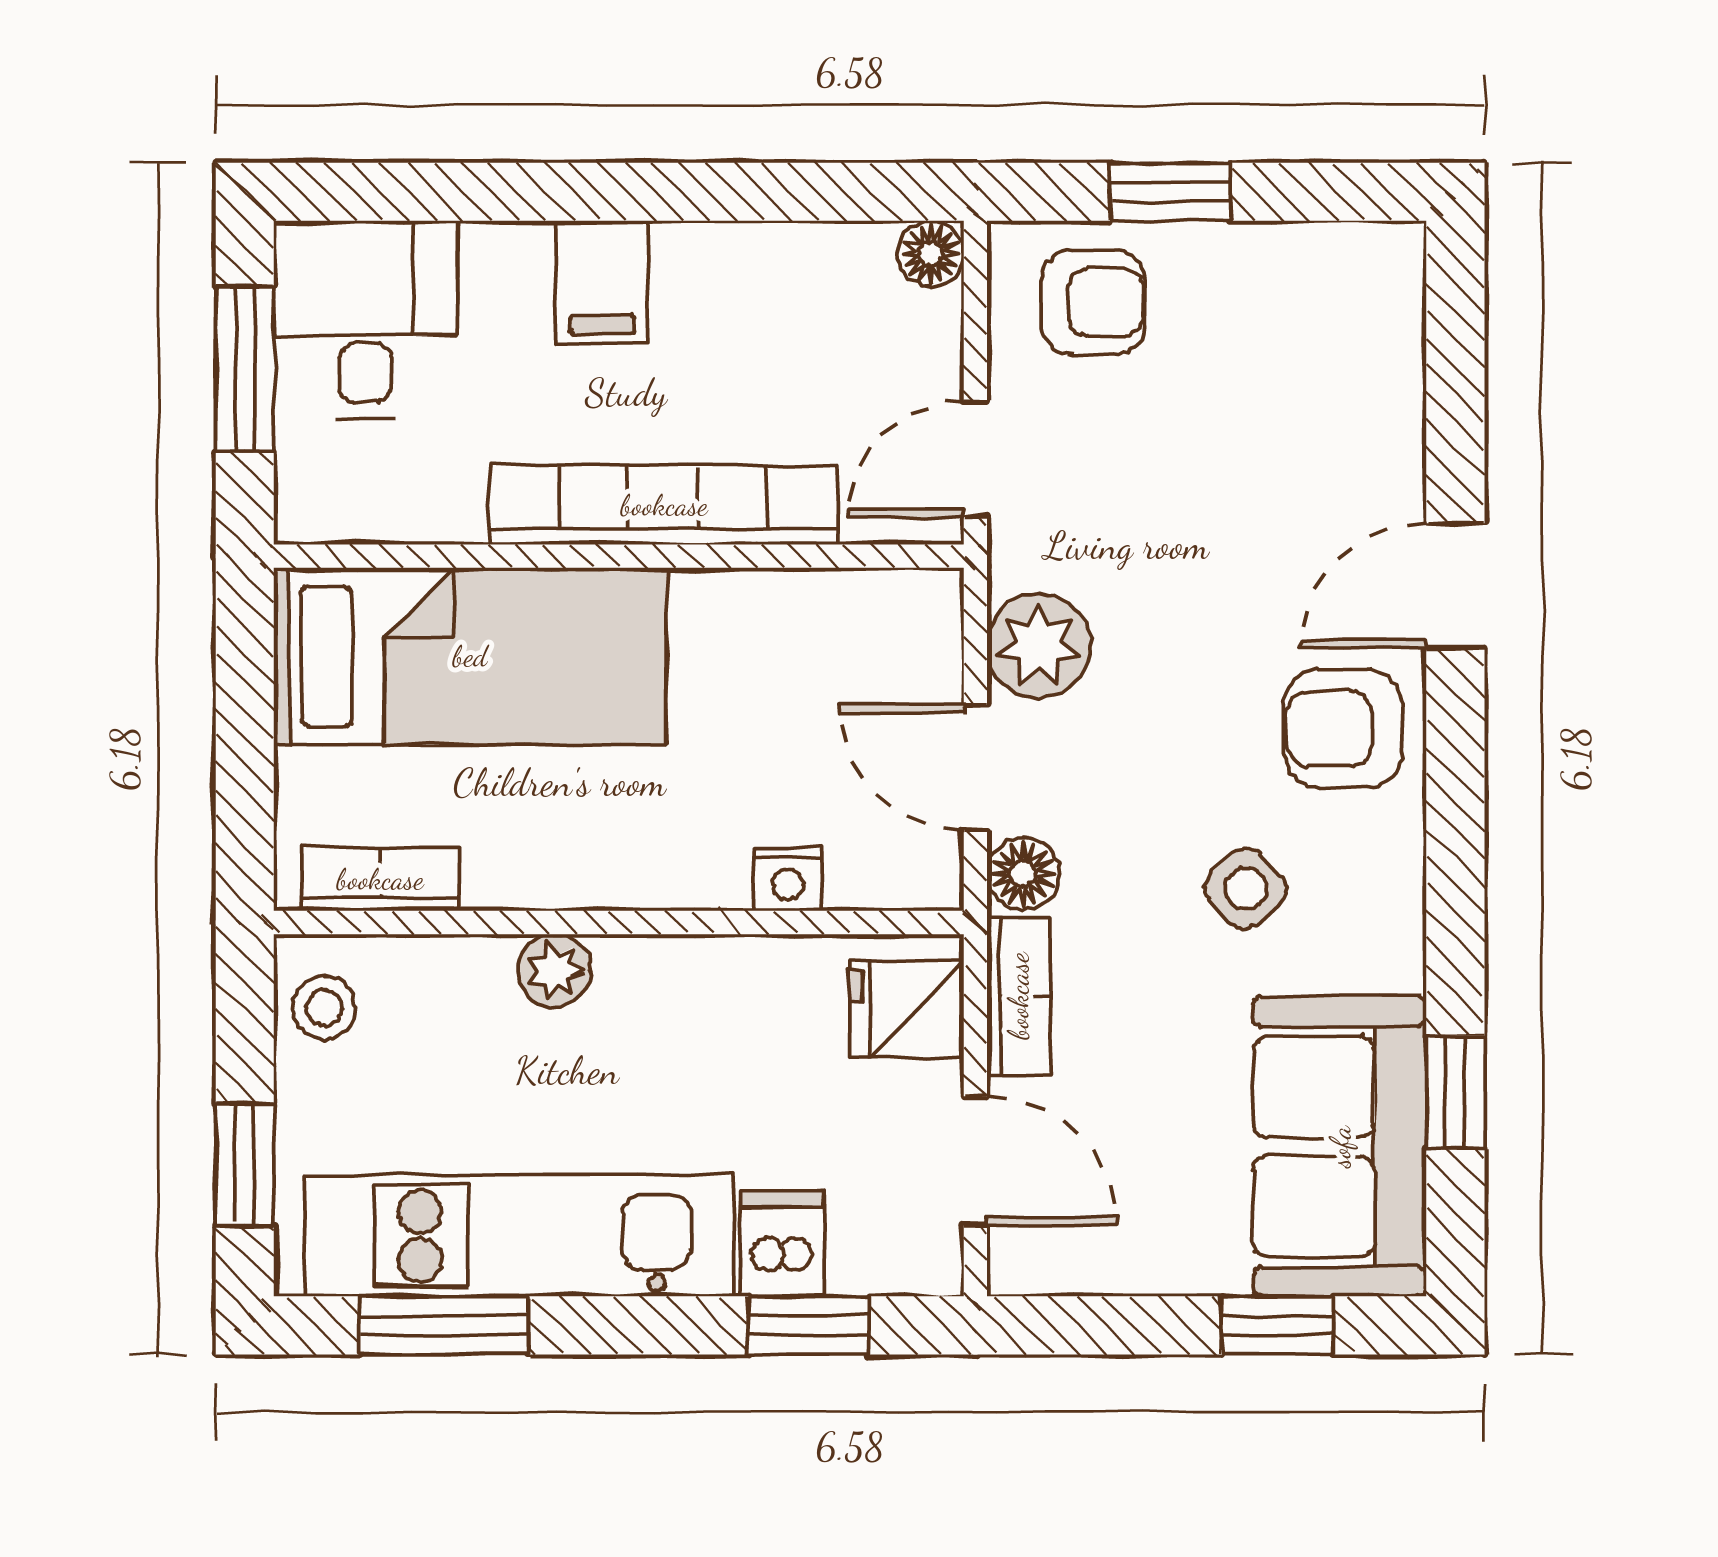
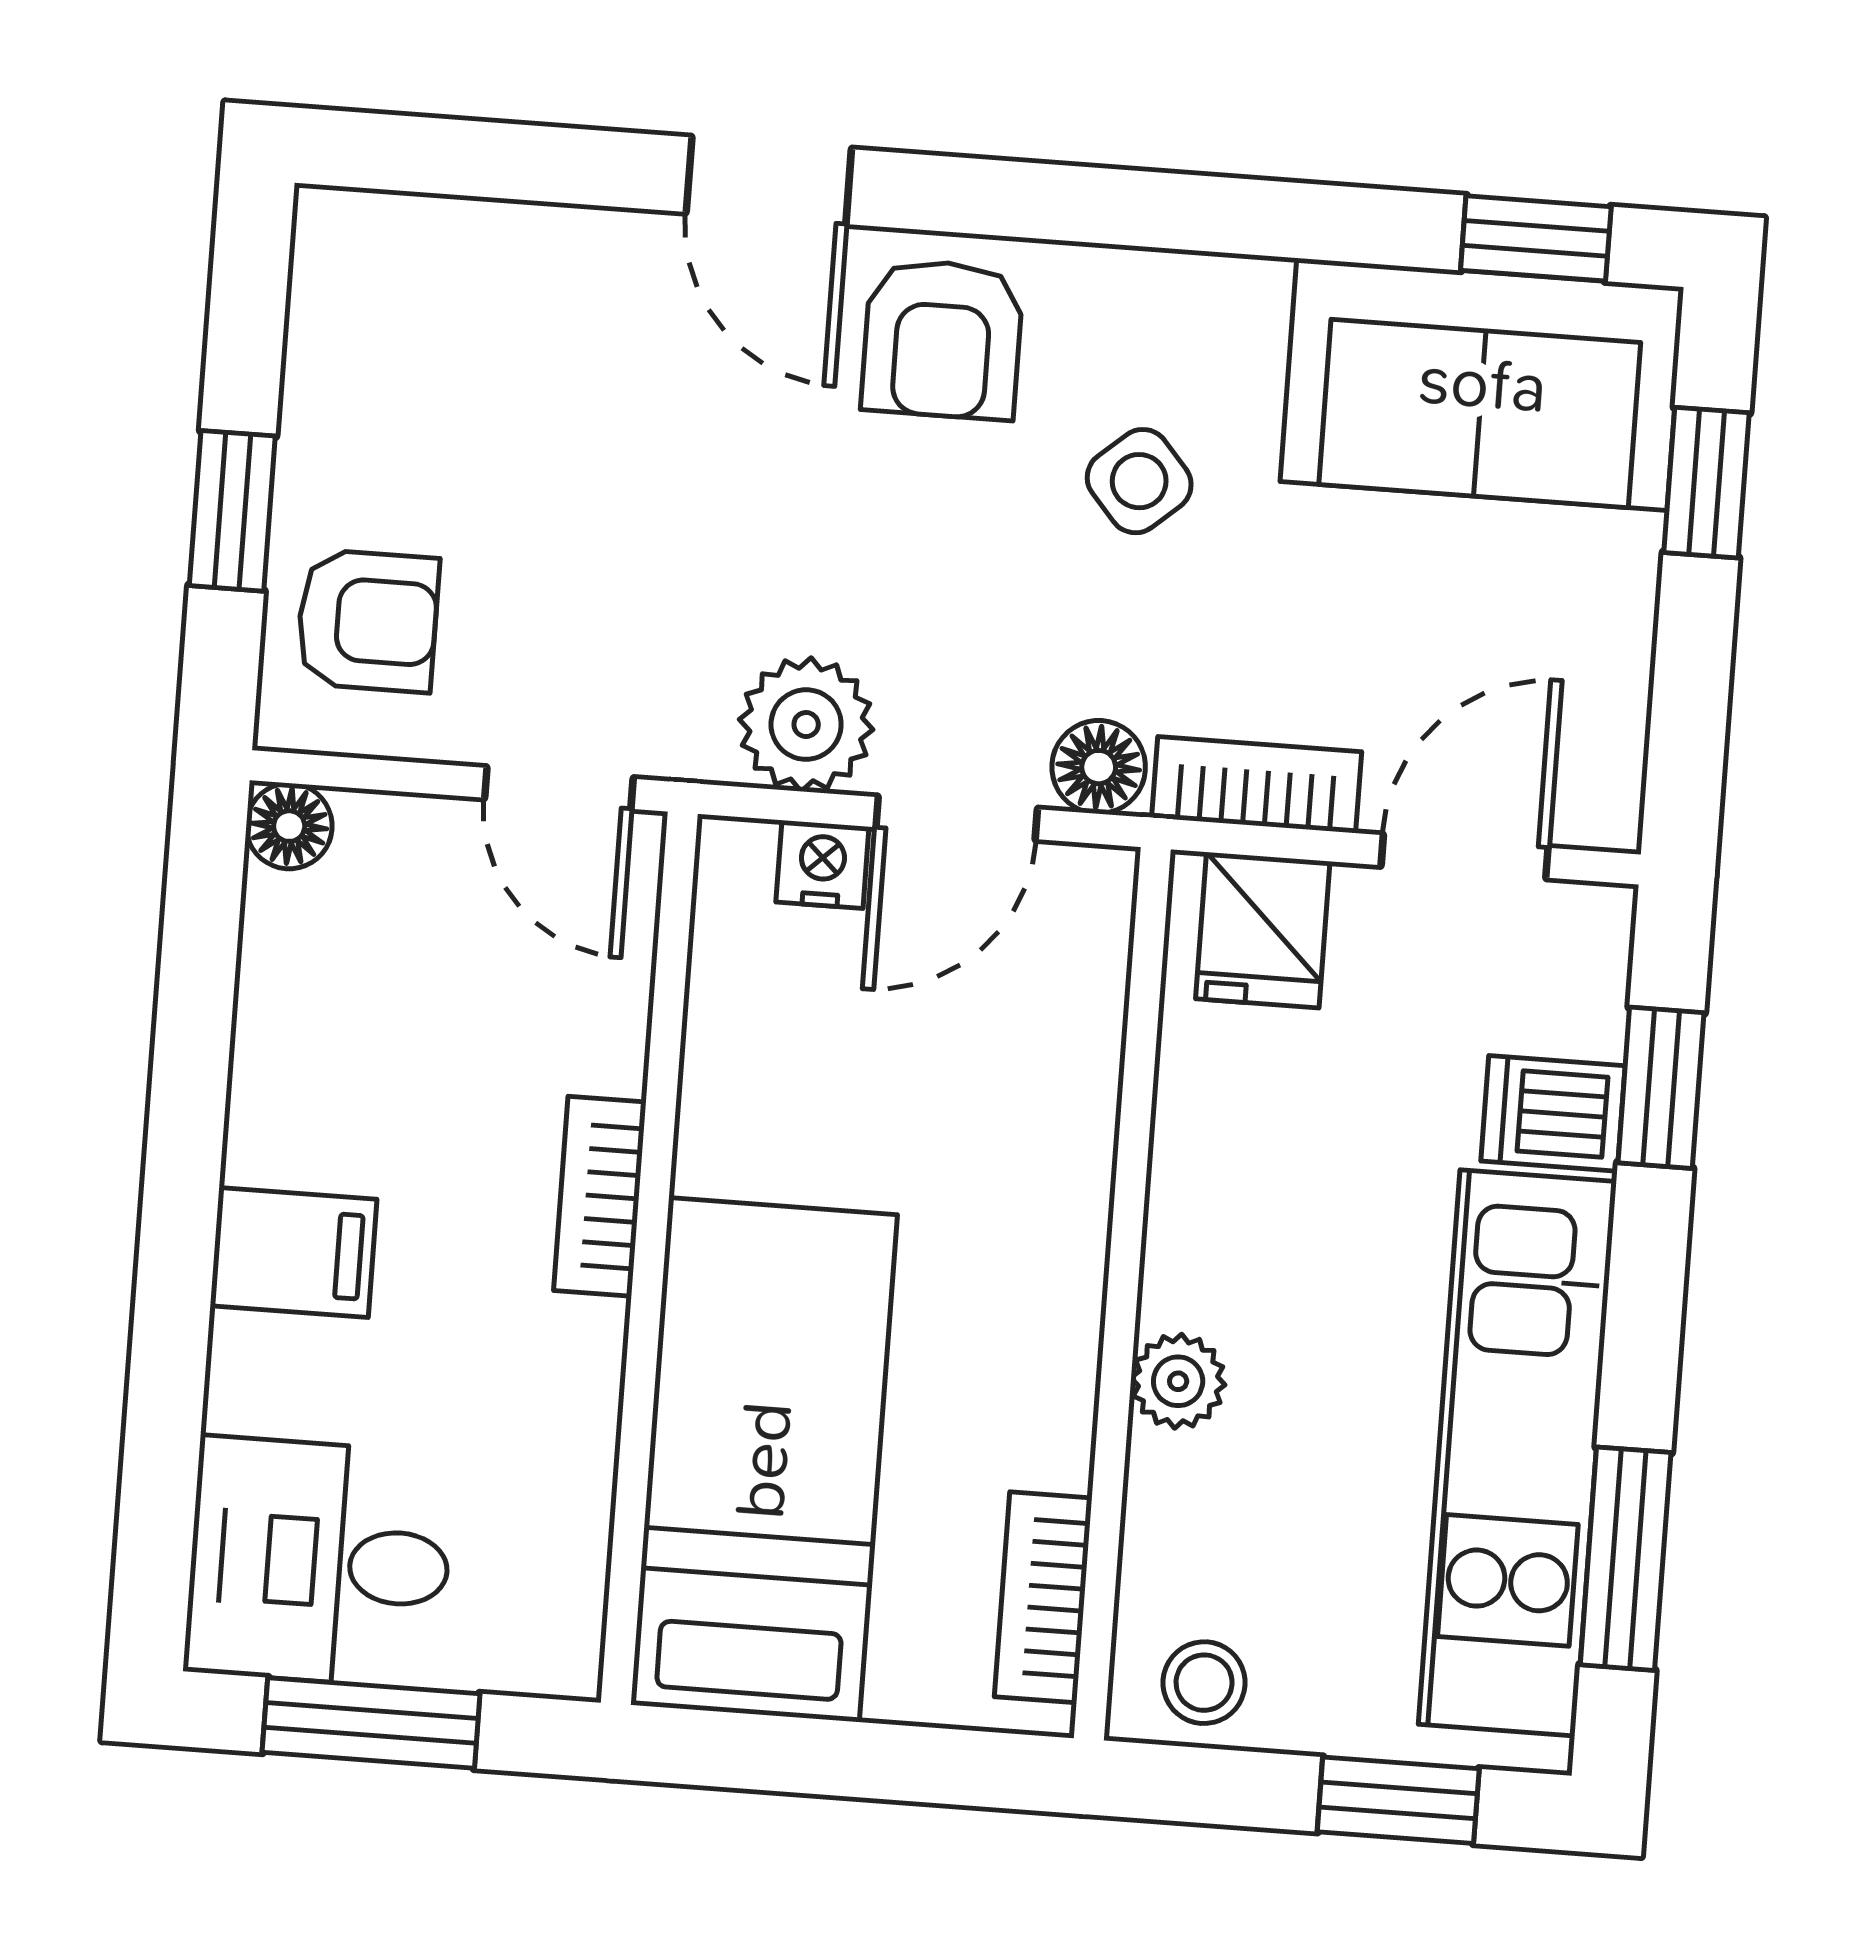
armchair: (1093, 302) -> (368, 621), turned 90
bookcase: (664, 505) -> (600, 1196), width x0.43, depth x0.76
nightstand: (788, 879) -> (822, 864), moved, turned -90
window: (1455, 1092) -> (1536, 238), moved

